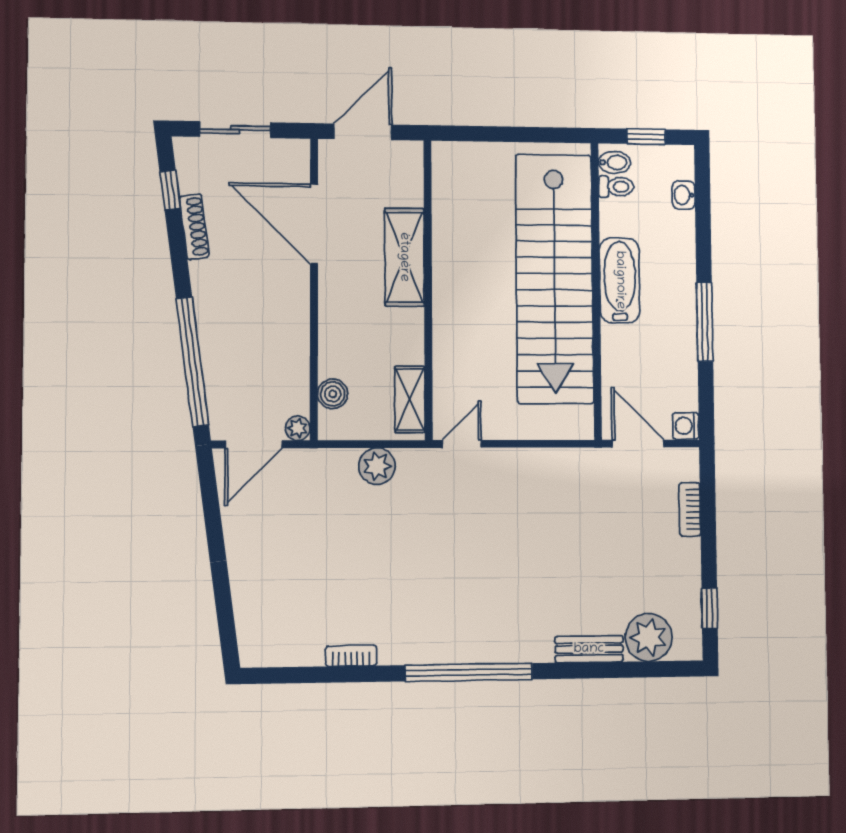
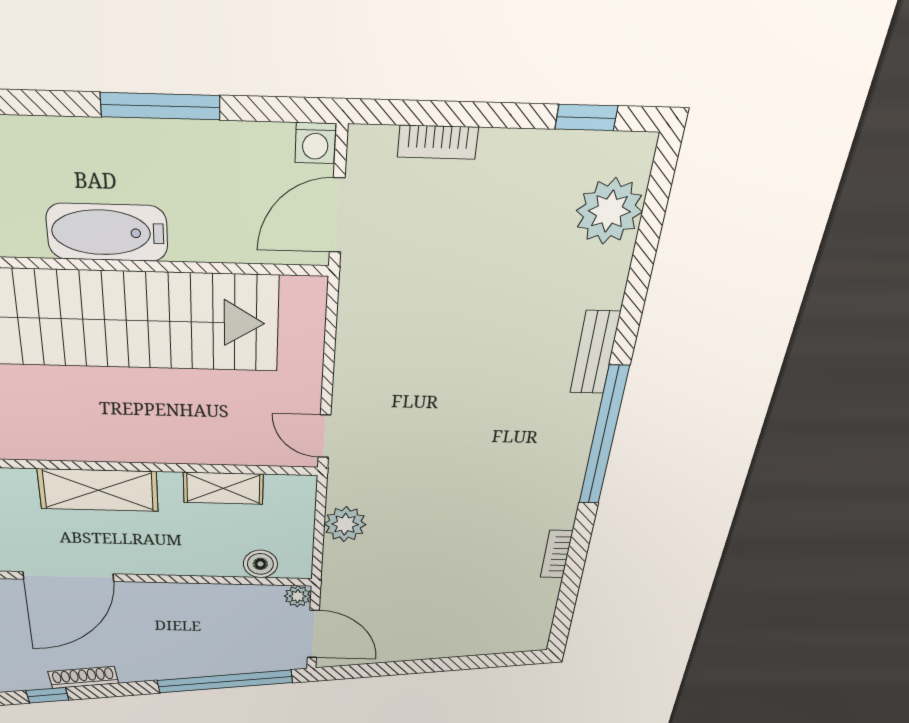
shelving: (410, 399) -> (223, 488), moved
bench: (589, 649) -> (595, 353), moved

